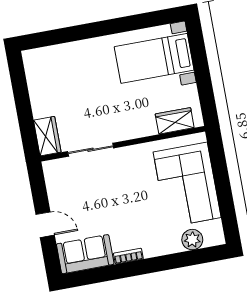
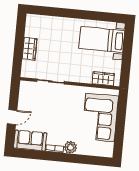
wardrobe: (47, 136) -> (30, 49), moved
door: (45, 225) -> (12, 117), hinge flipped
plant: (192, 240) -> (70, 147), moved

